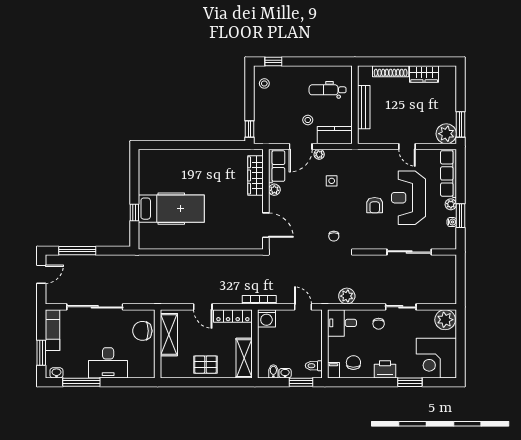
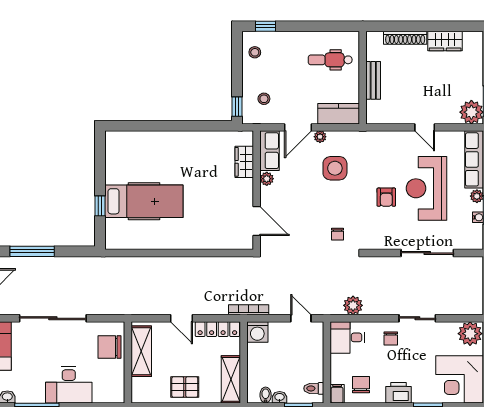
bench: (364, 107) -> (373, 80), width x0.73
stool: (308, 120) -> (264, 99), moved
wardrobe: (255, 175) -> (244, 162), width x0.67
side table: (332, 181) -> (335, 168), width x1.87, depth x1.87

